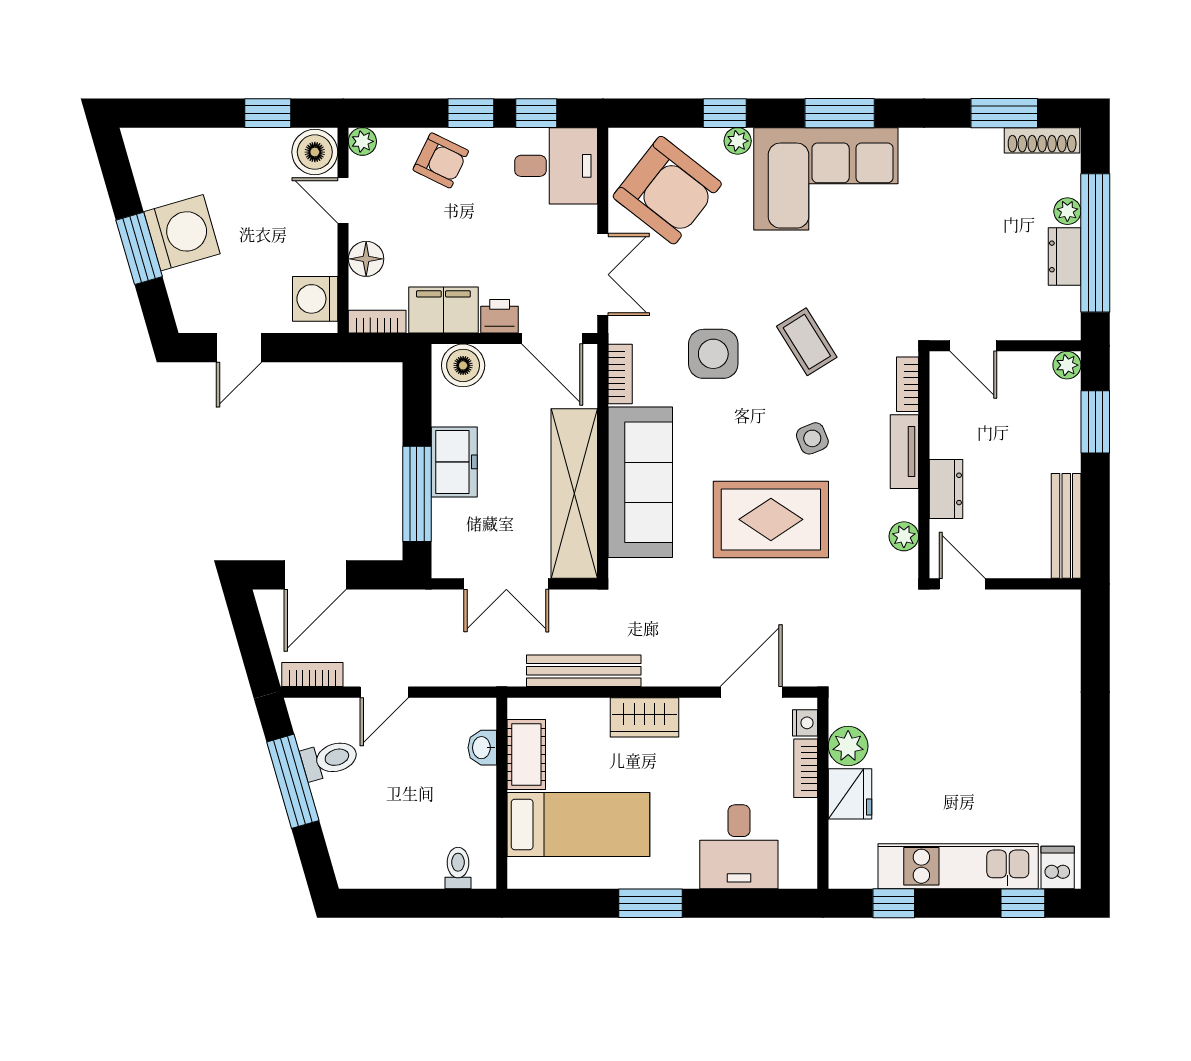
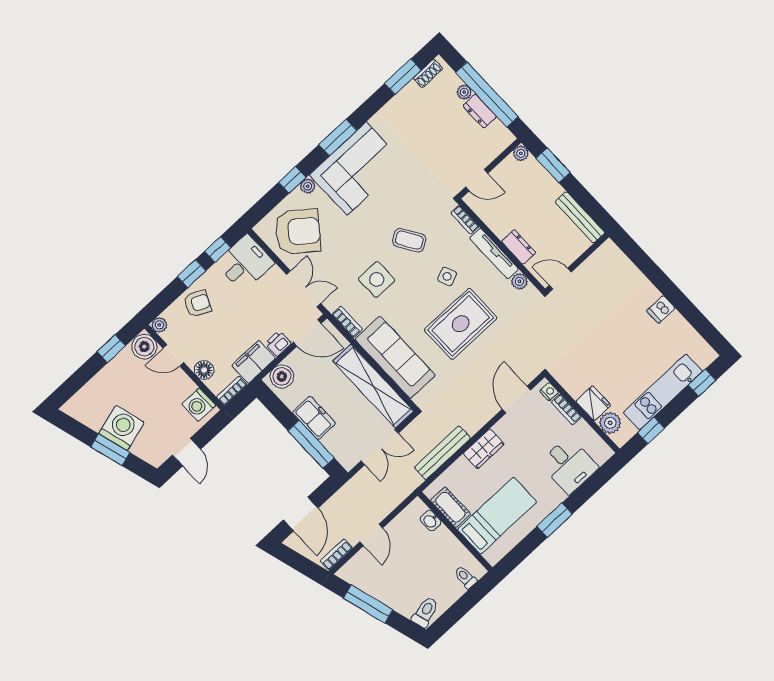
shoe rack: (1042, 140) -> (428, 73), width x0.70
tv unit: (904, 452) -> (494, 254), width x1.41
plant: (848, 746) -> (610, 423), moved
toilet: (330, 759) -> (425, 612), moved
dishwasher: (1058, 868) -> (661, 309), moved, turned -90

